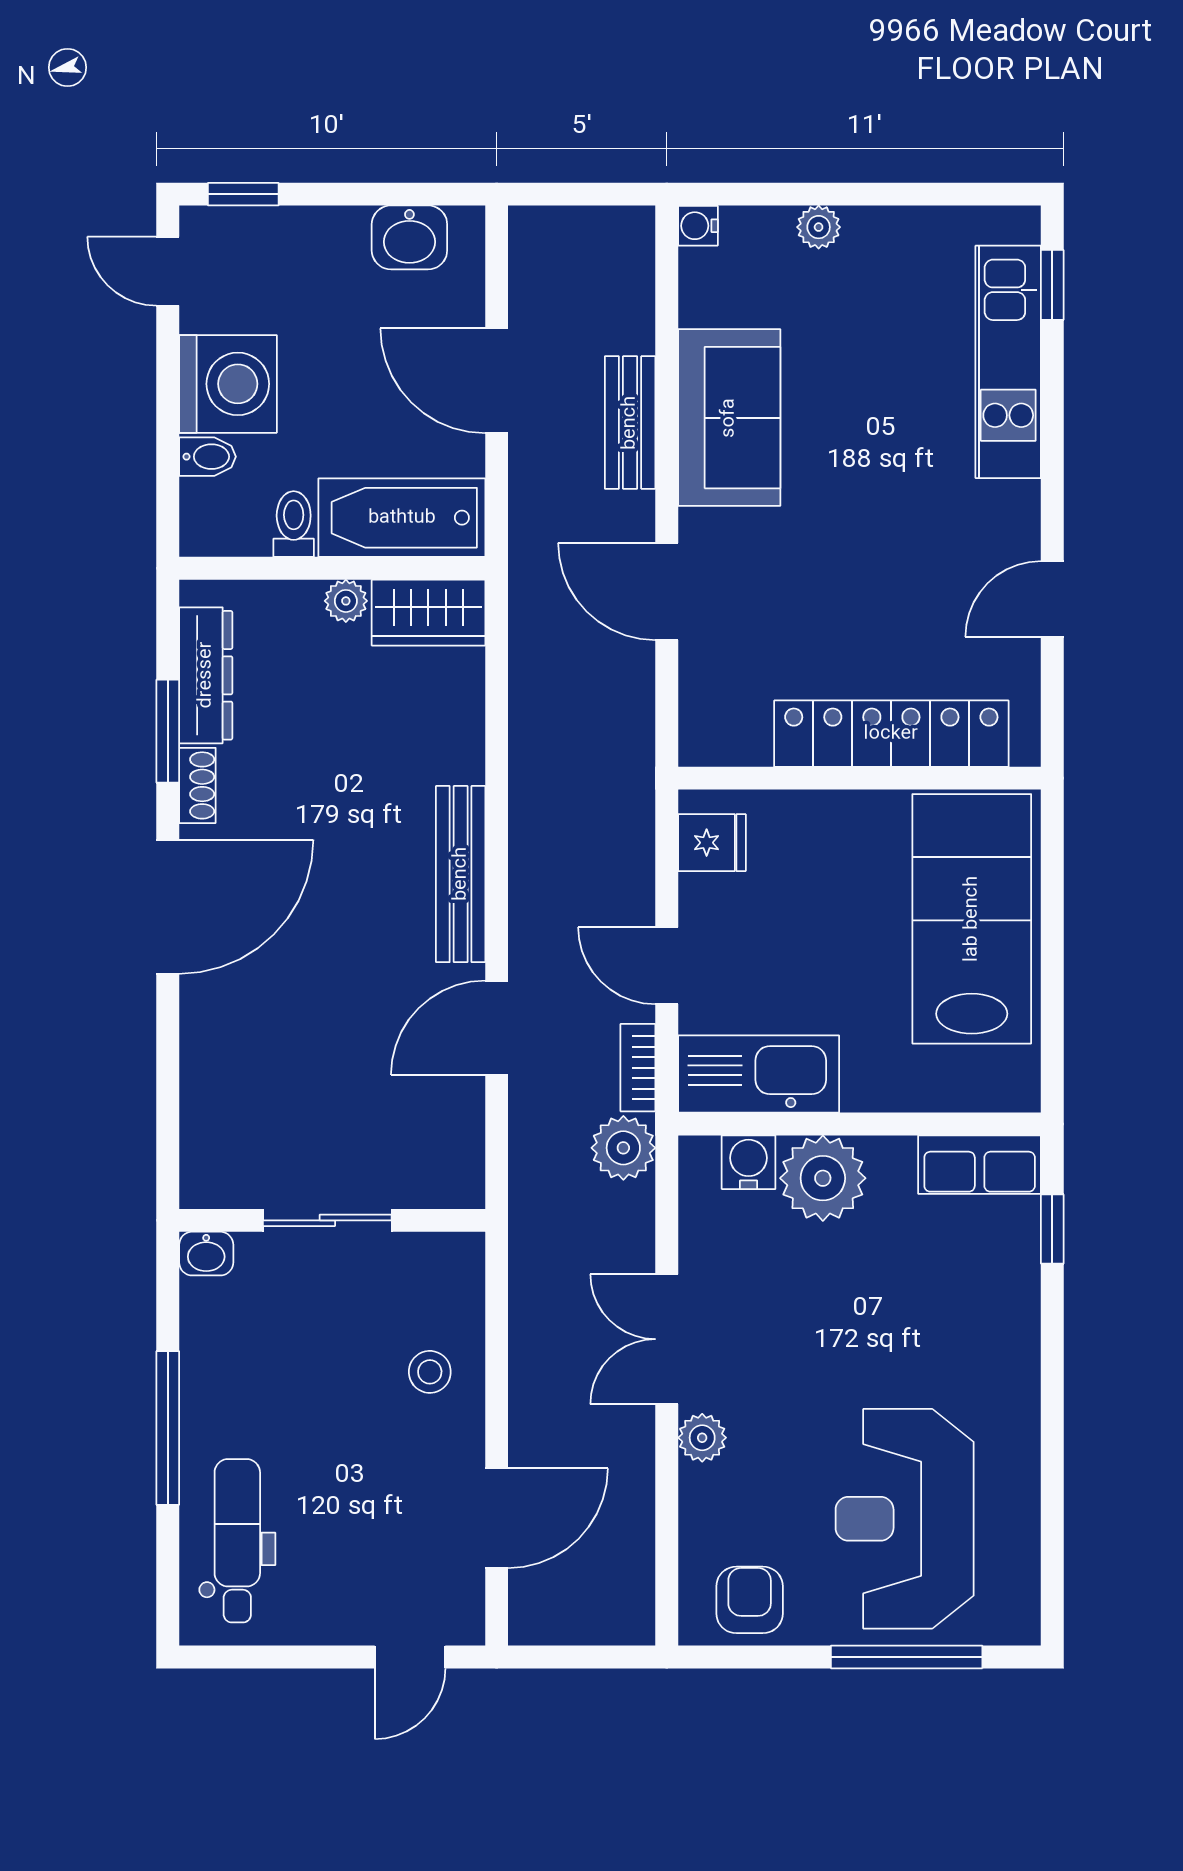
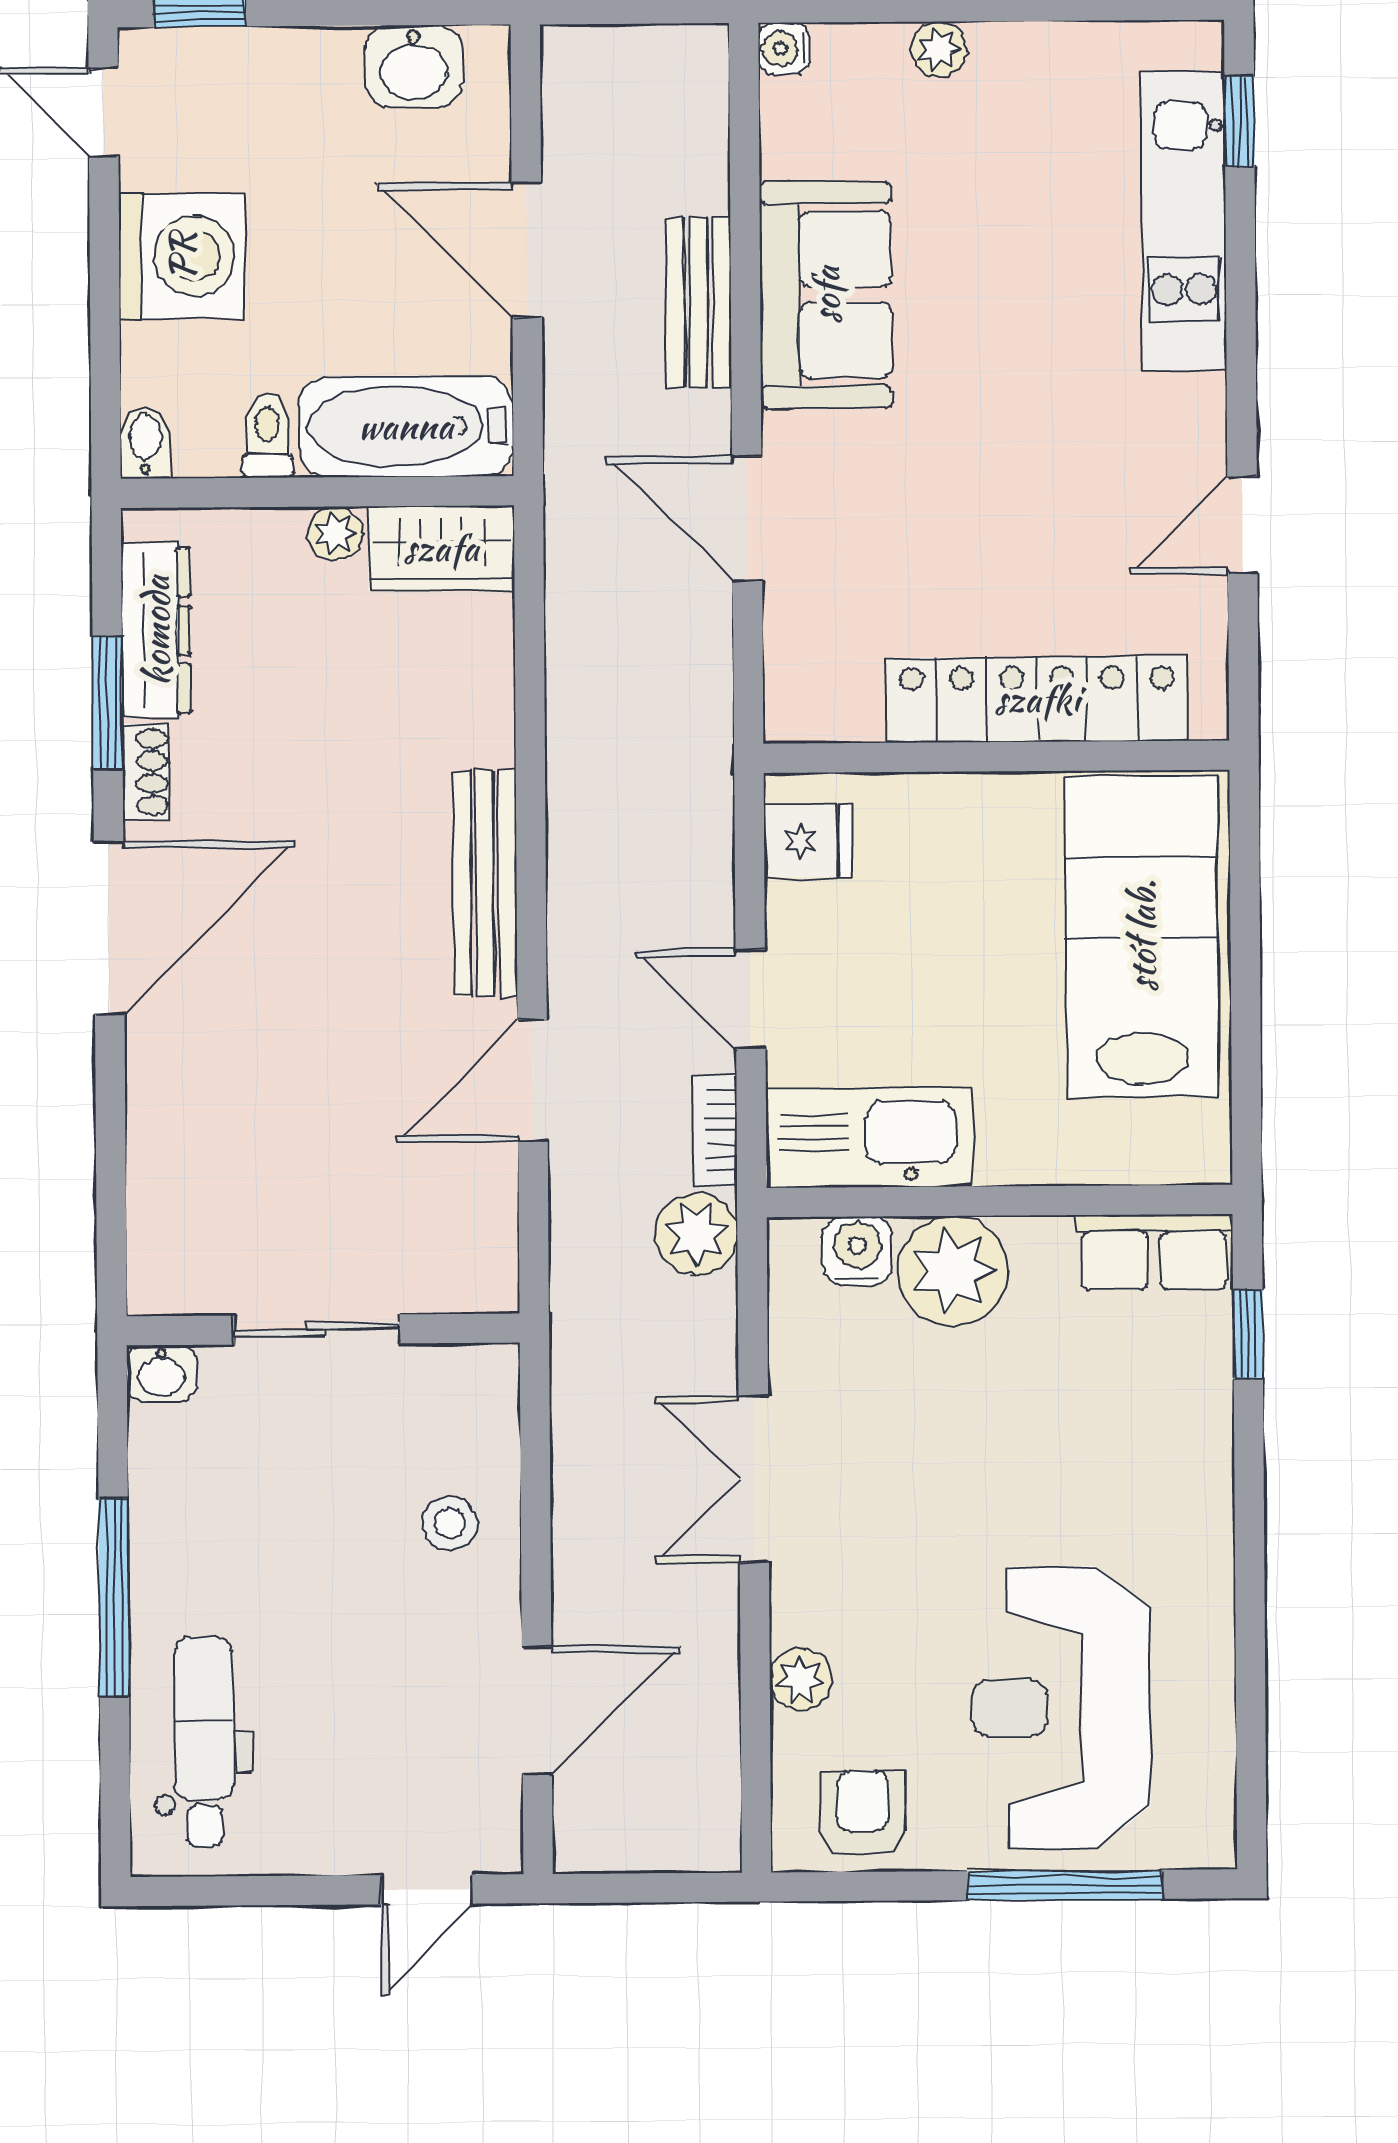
bidet: (208, 457) -> (145, 442), moved, turned -90
plant: (702, 1438) -> (801, 1679), moved

